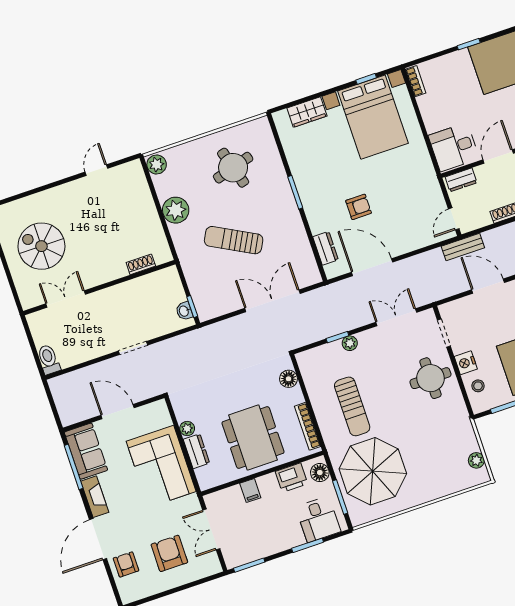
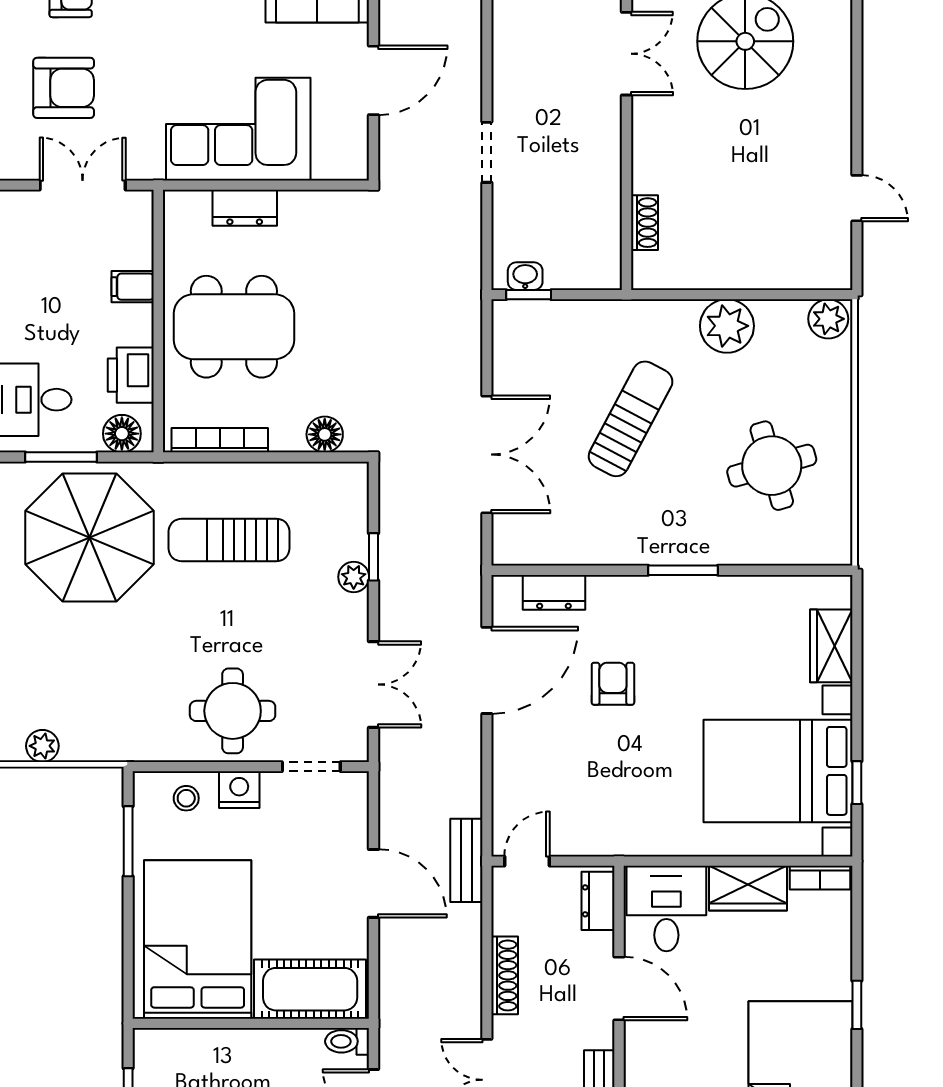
wardrobe: (432, 113) -> (748, 888), added
armchair: (359, 207) -> (613, 684), turned 180
door: (454, 219) -> (527, 861), hinge flipped
door: (488, 286) -> (374, 883), hinge flipped
plant: (187, 429) -> (295, 205), removed

